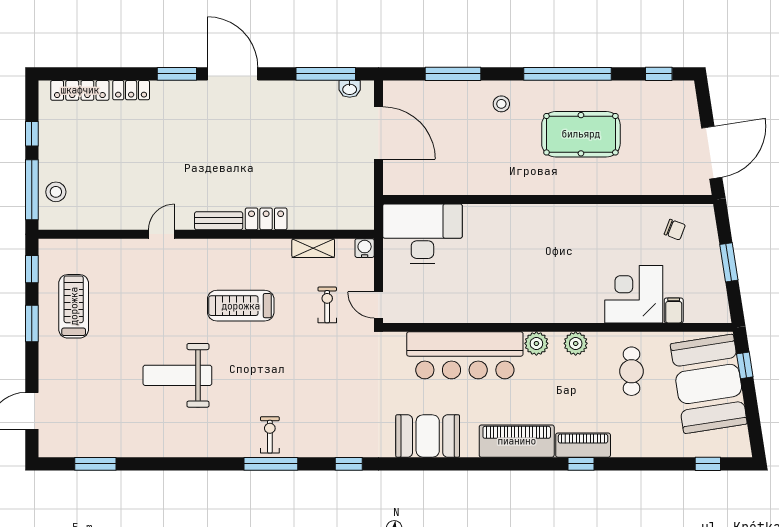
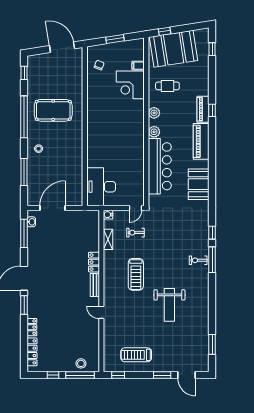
pool table: (581, 134) -> (53, 110), turned 90
window: (32, 323) -> (162, 375), moved
window: (349, 464) -> (212, 233), moved

